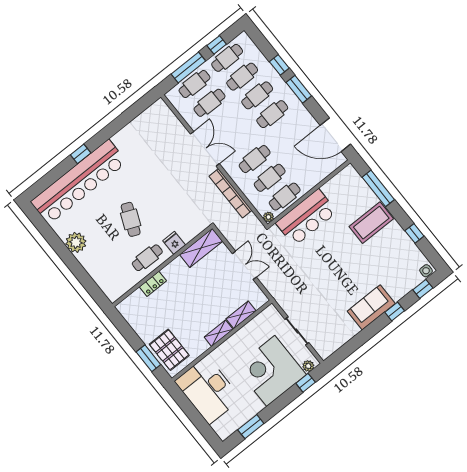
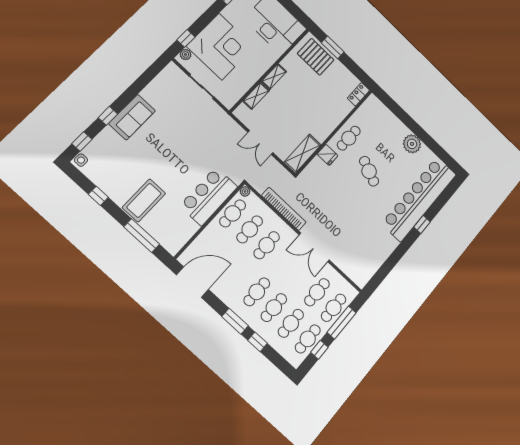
locker: (153, 284) -> (358, 94), moved

